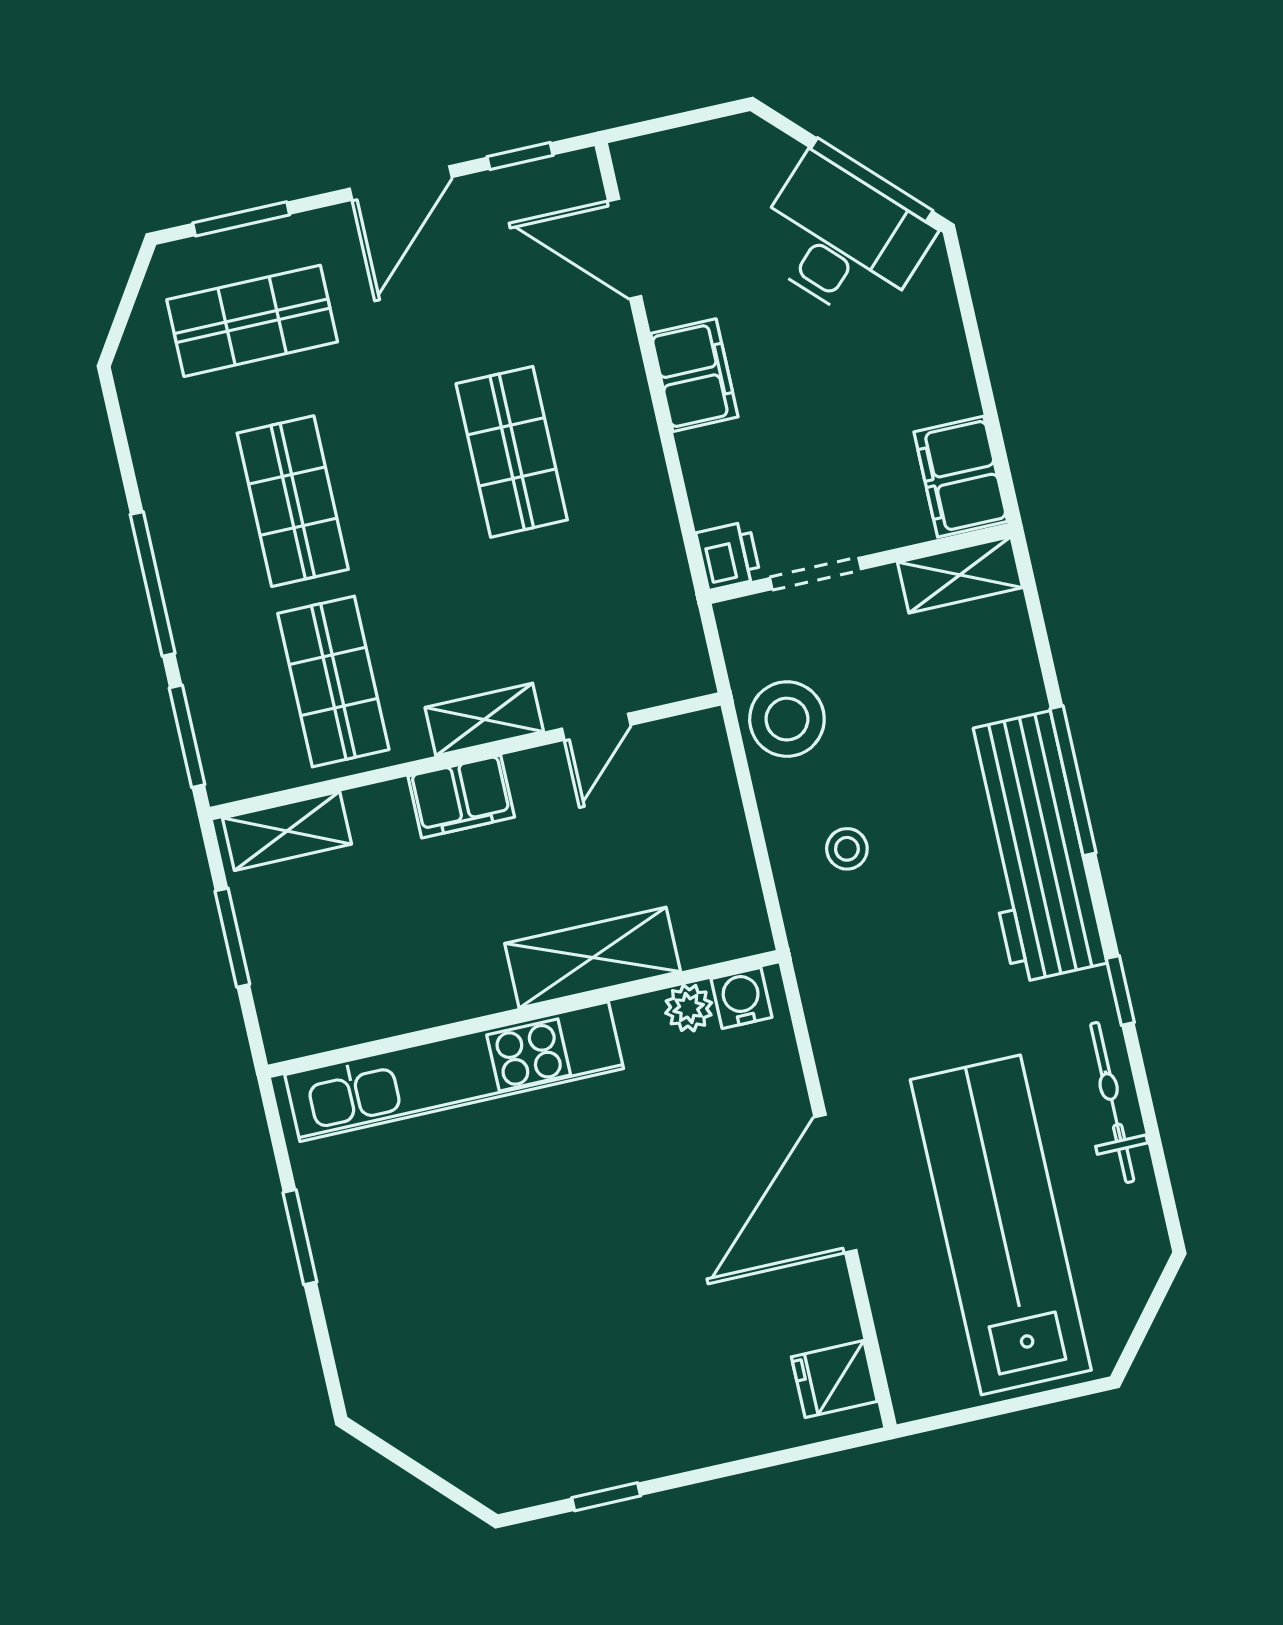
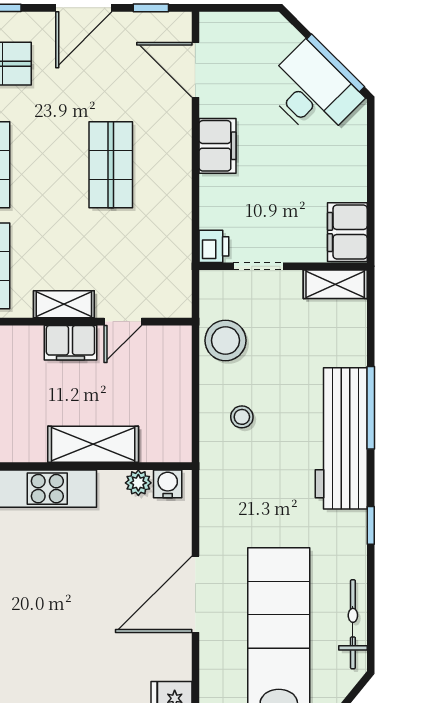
filing cabinet: (461, 797) -> (70, 343), moved
bicycle: (1112, 1102) -> (353, 624), moved

